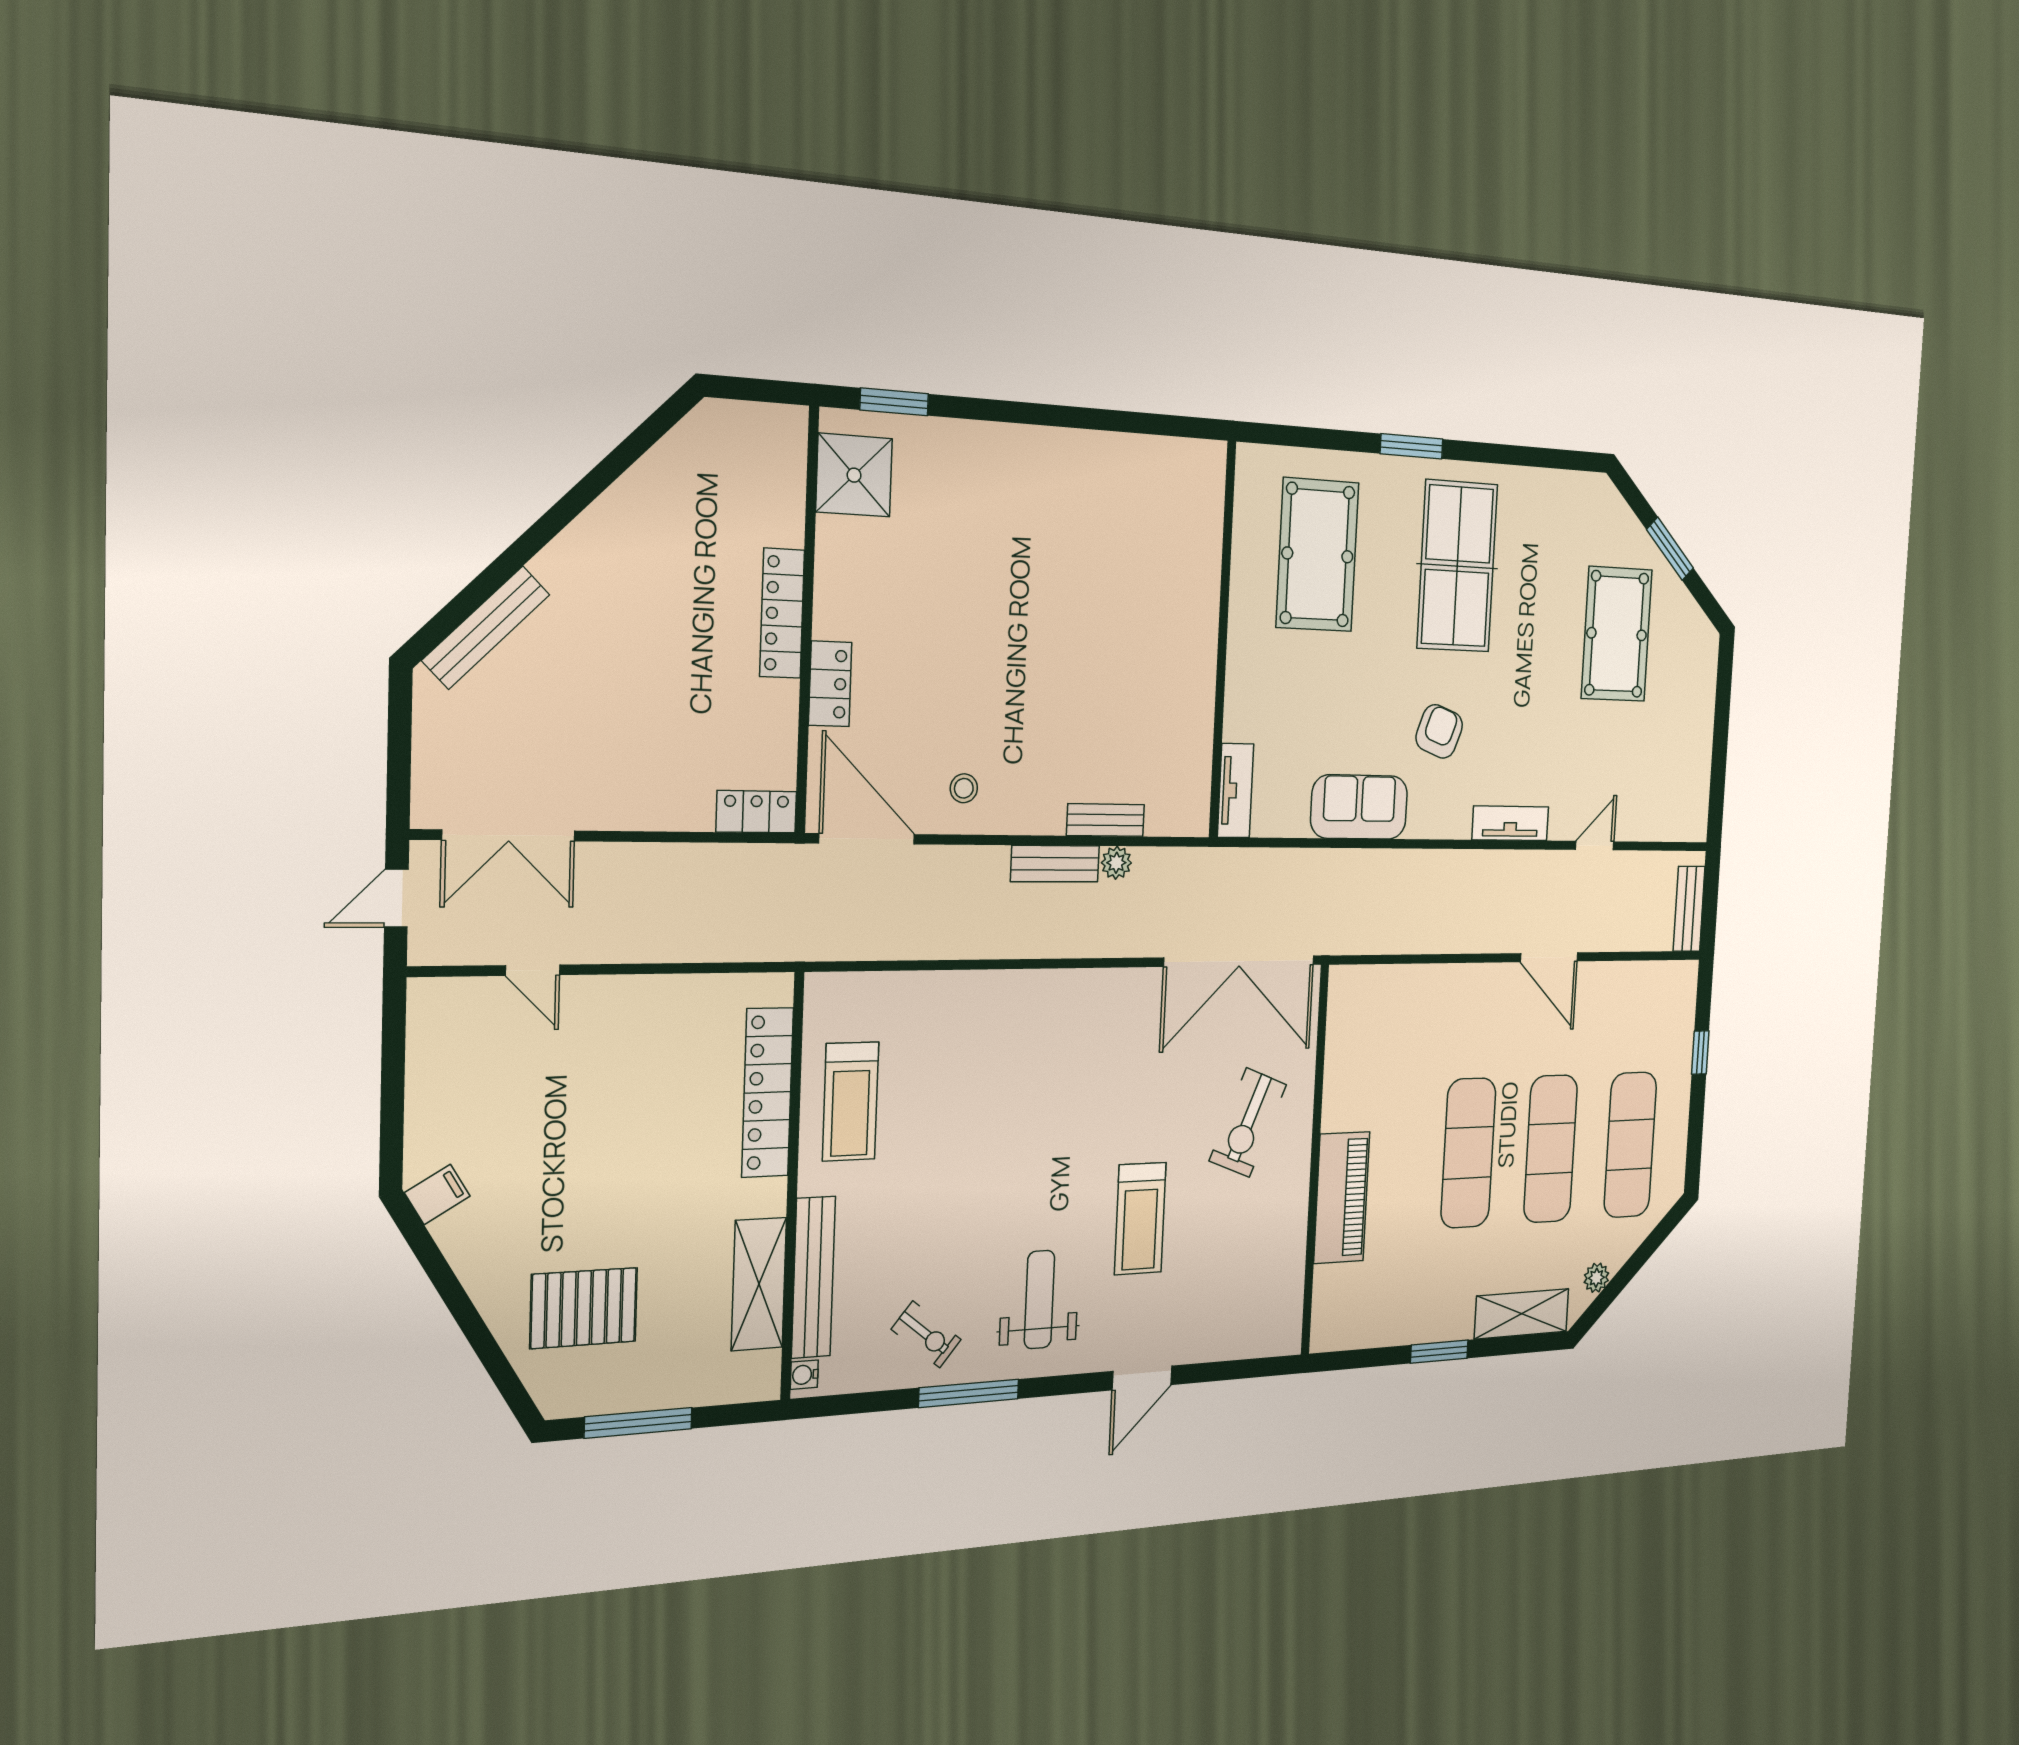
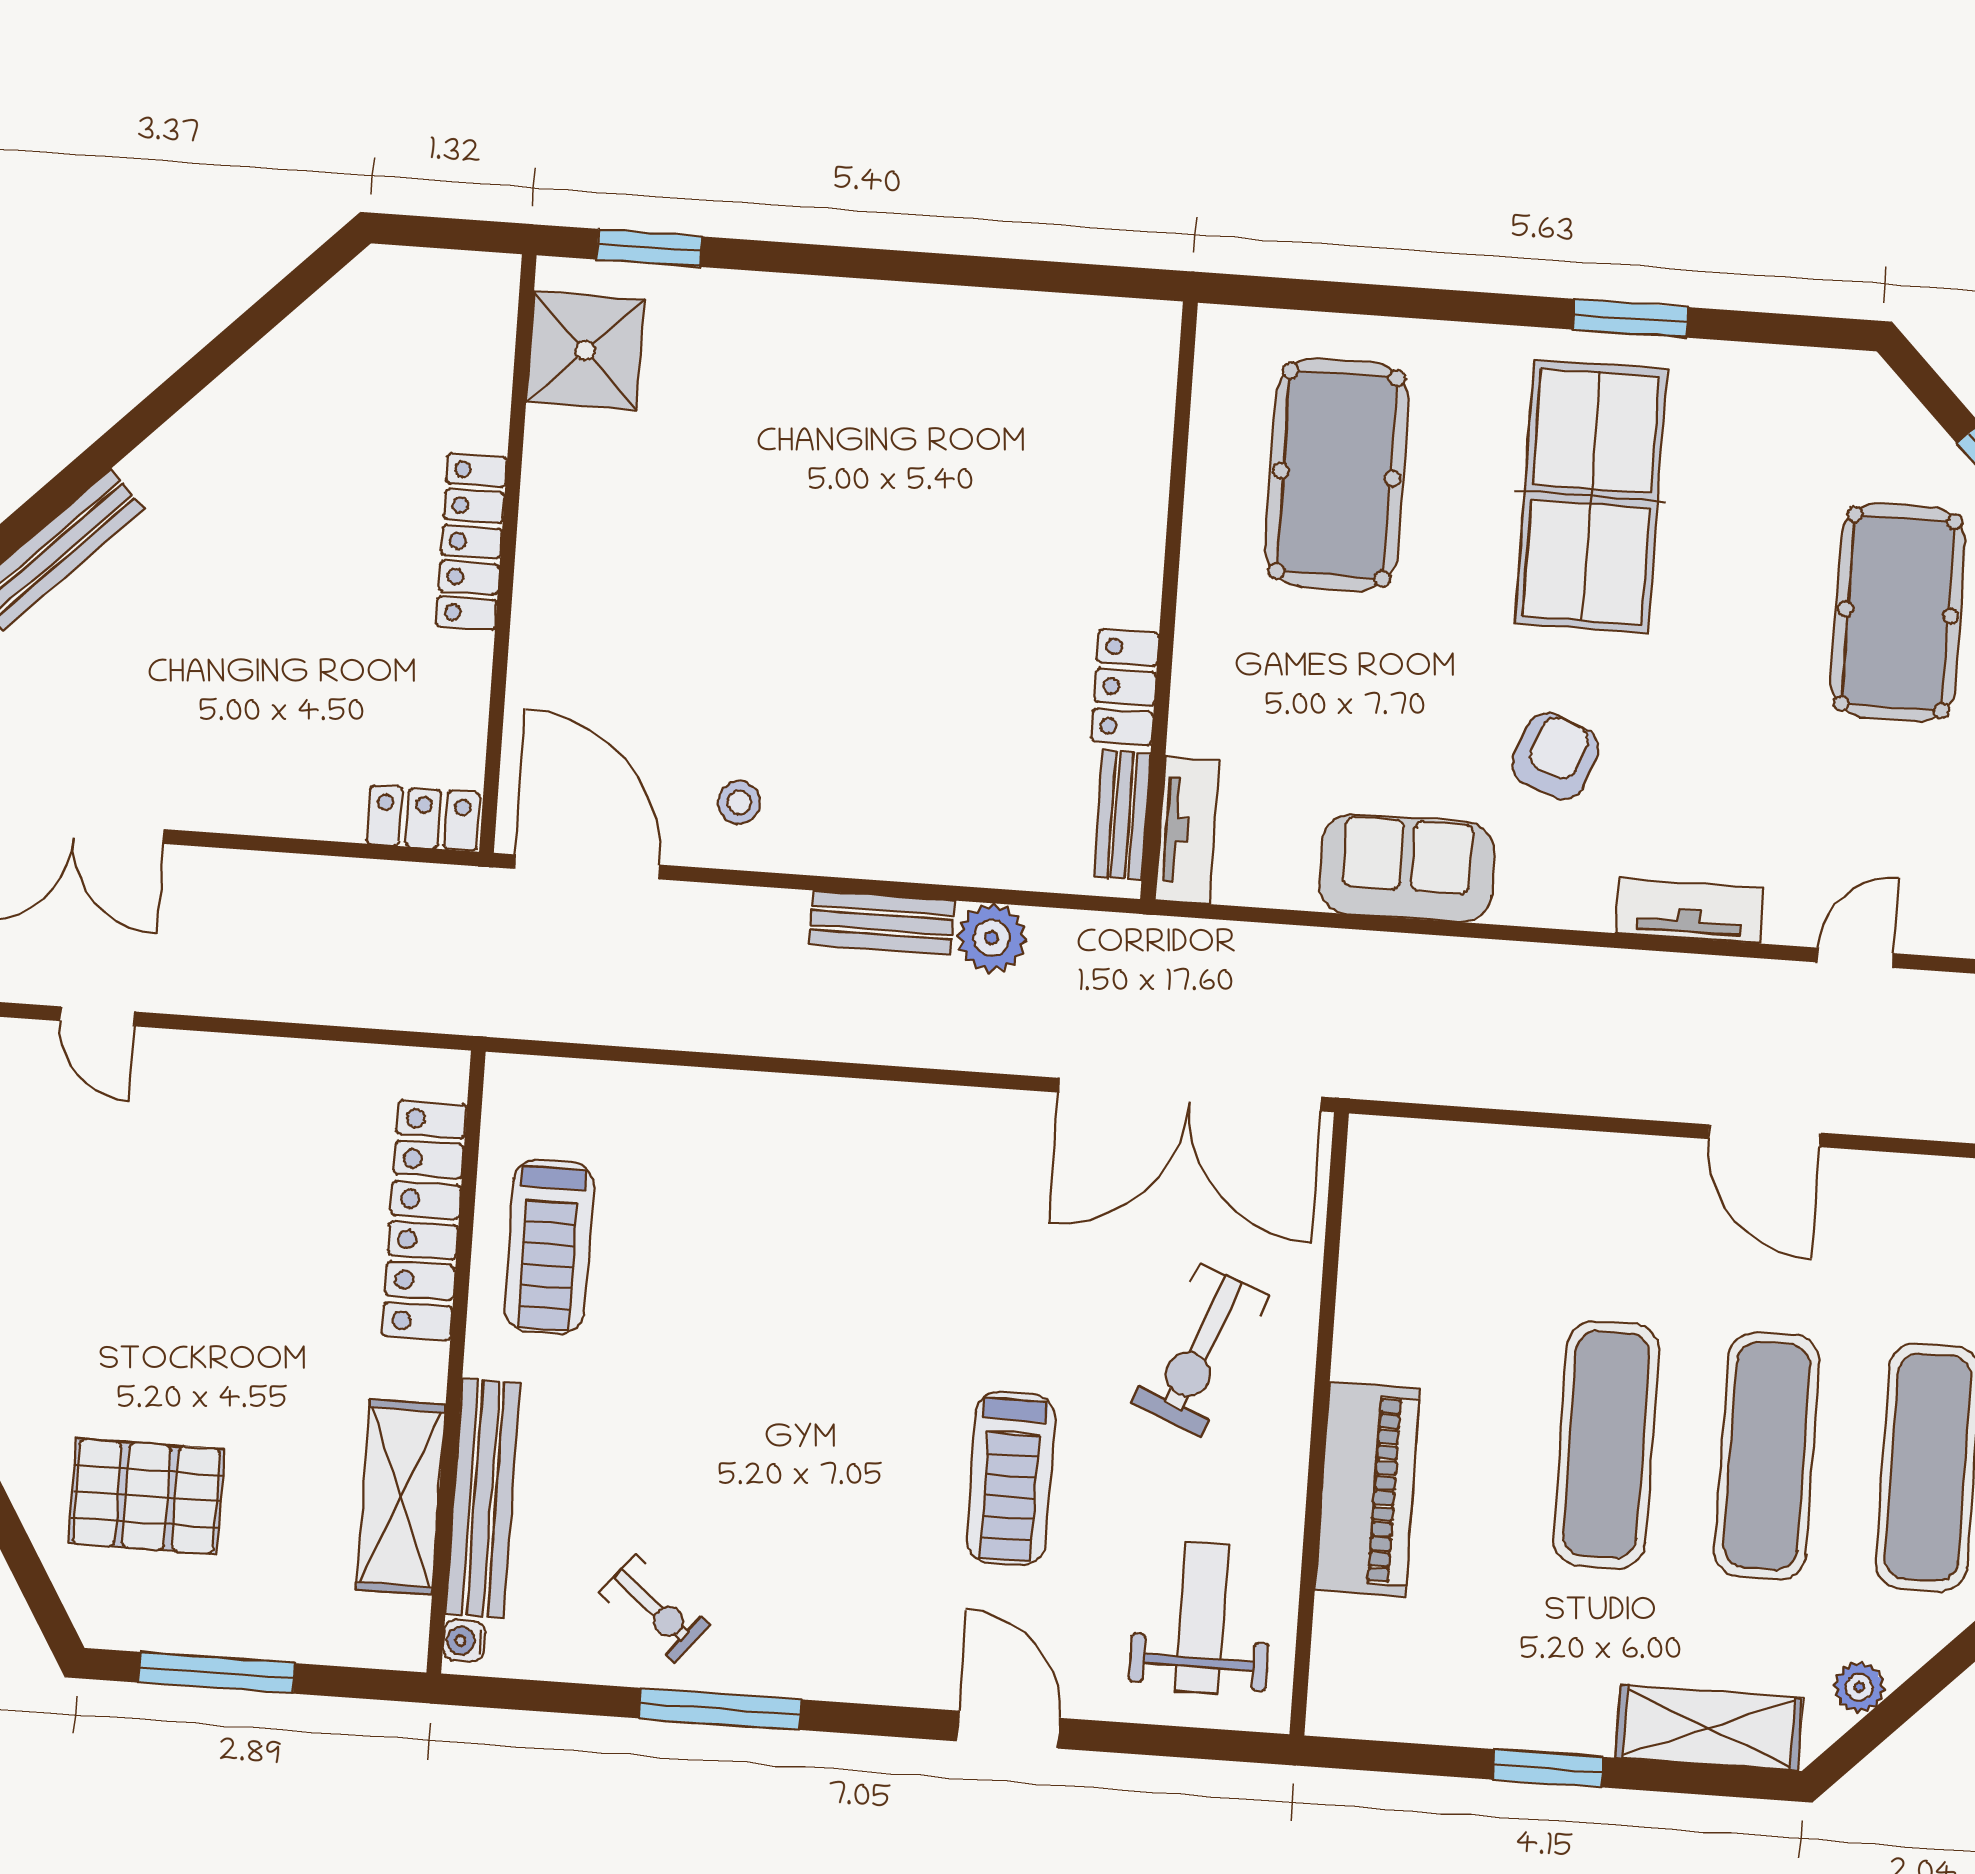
window: (1411, 446) -> (1630, 318), moved
locker: (830, 684) -> (1125, 687), moved, turned 180
bench: (1105, 820) -> (1122, 815), moved, turned 90
plant: (1116, 863) -> (992, 938), width x1.38, depth x1.38
weight bench: (1039, 1300) -> (1202, 1617), moved
door: (1142, 1378) -> (1008, 1730), swing flipped

